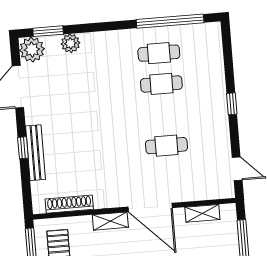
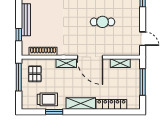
window: (23, 148) -> (19, 35), moved

